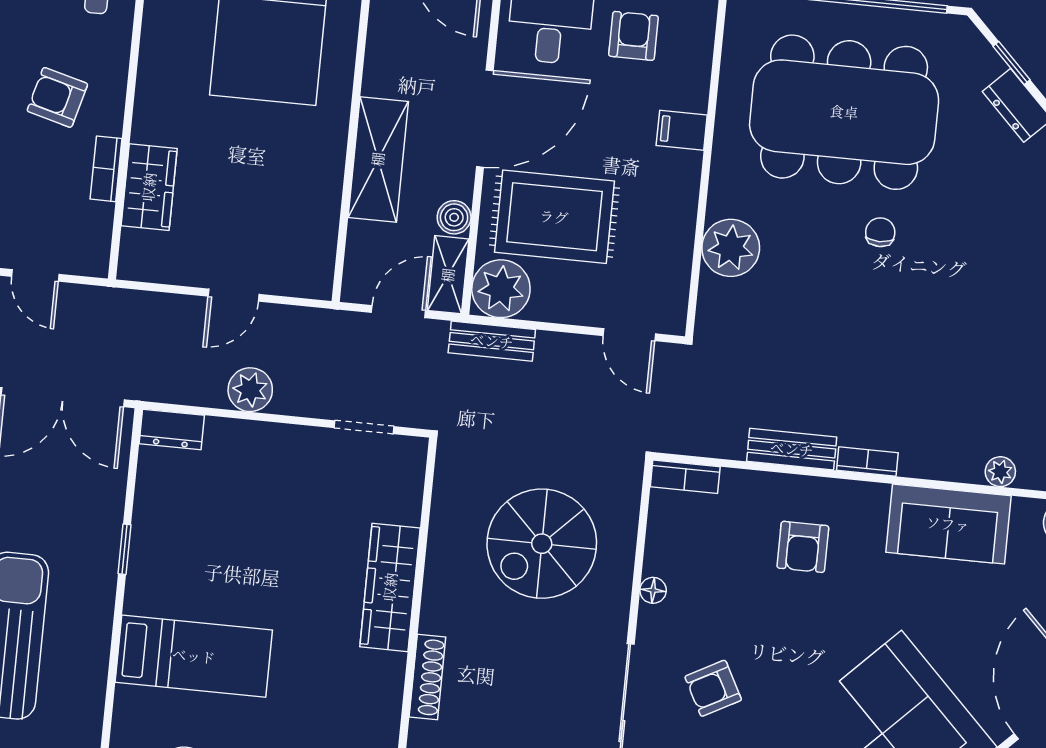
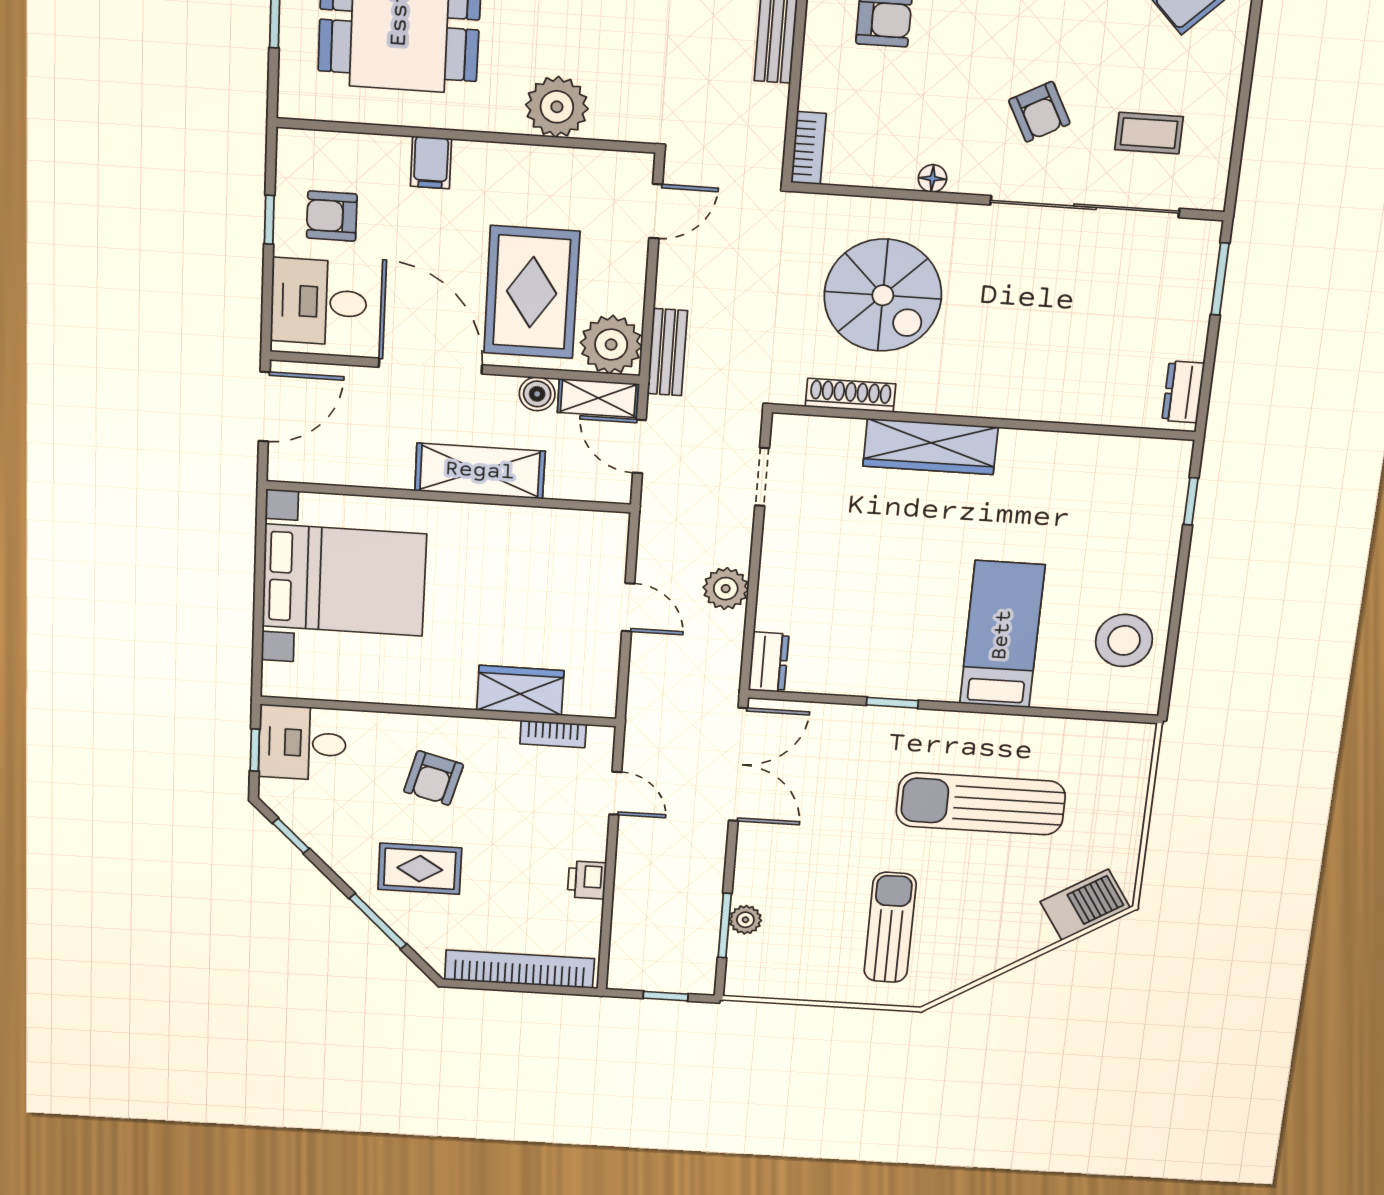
bookcase: (106, 169) -> (553, 734), moved
door: (35, 275) -> (615, 793), hinge flipped
shoe rack: (427, 677) -> (851, 395), moved

